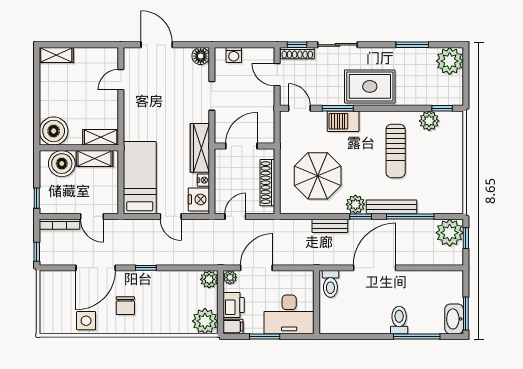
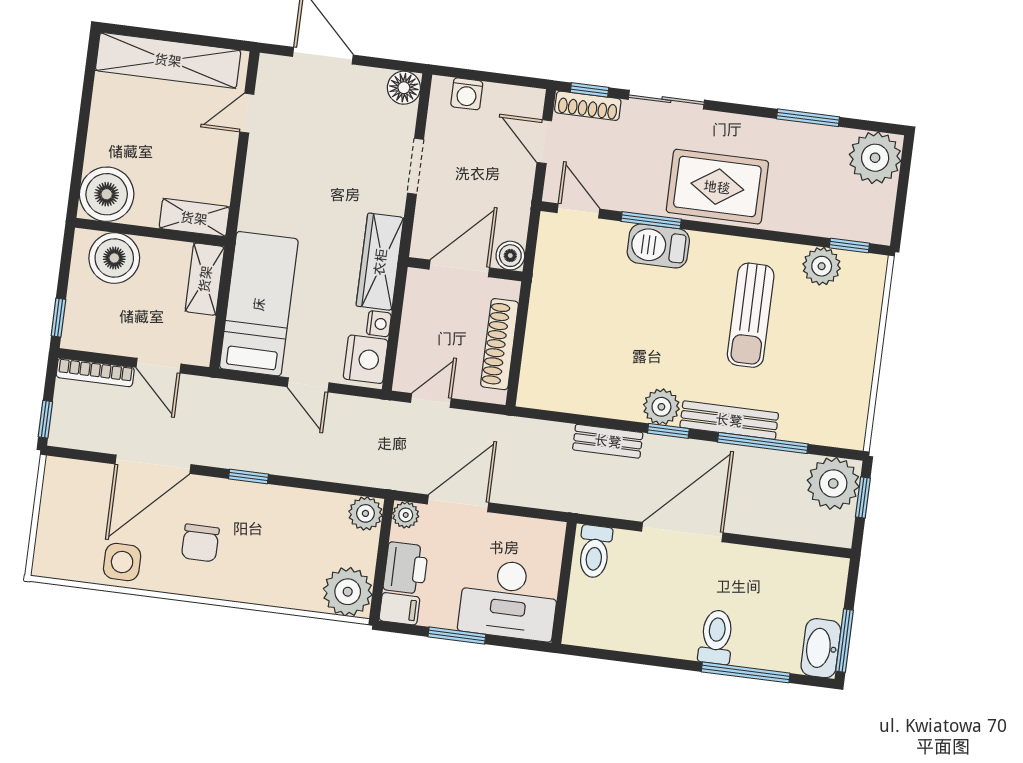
shelving: (56, 55) -> (168, 60), width x2.20, depth x1.33
boiler: (267, 136) -> (510, 256), added
shelving: (95, 159) -> (205, 279), moved, turned 90
parasol: (318, 176) -> (597, 343), removed

